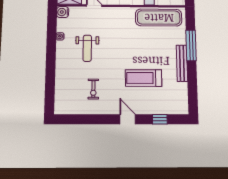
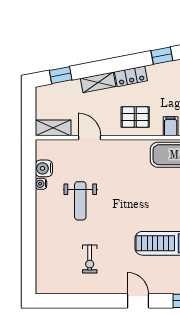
water cooler: (63, 12) -> (44, 168), moved

